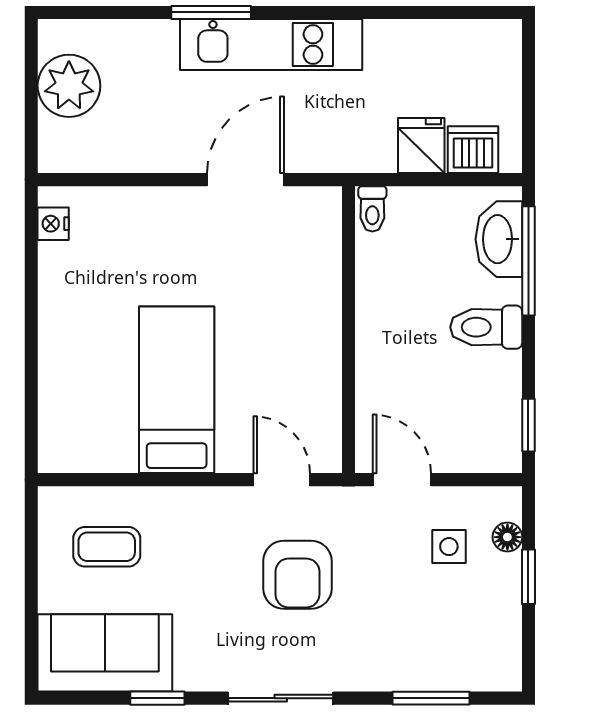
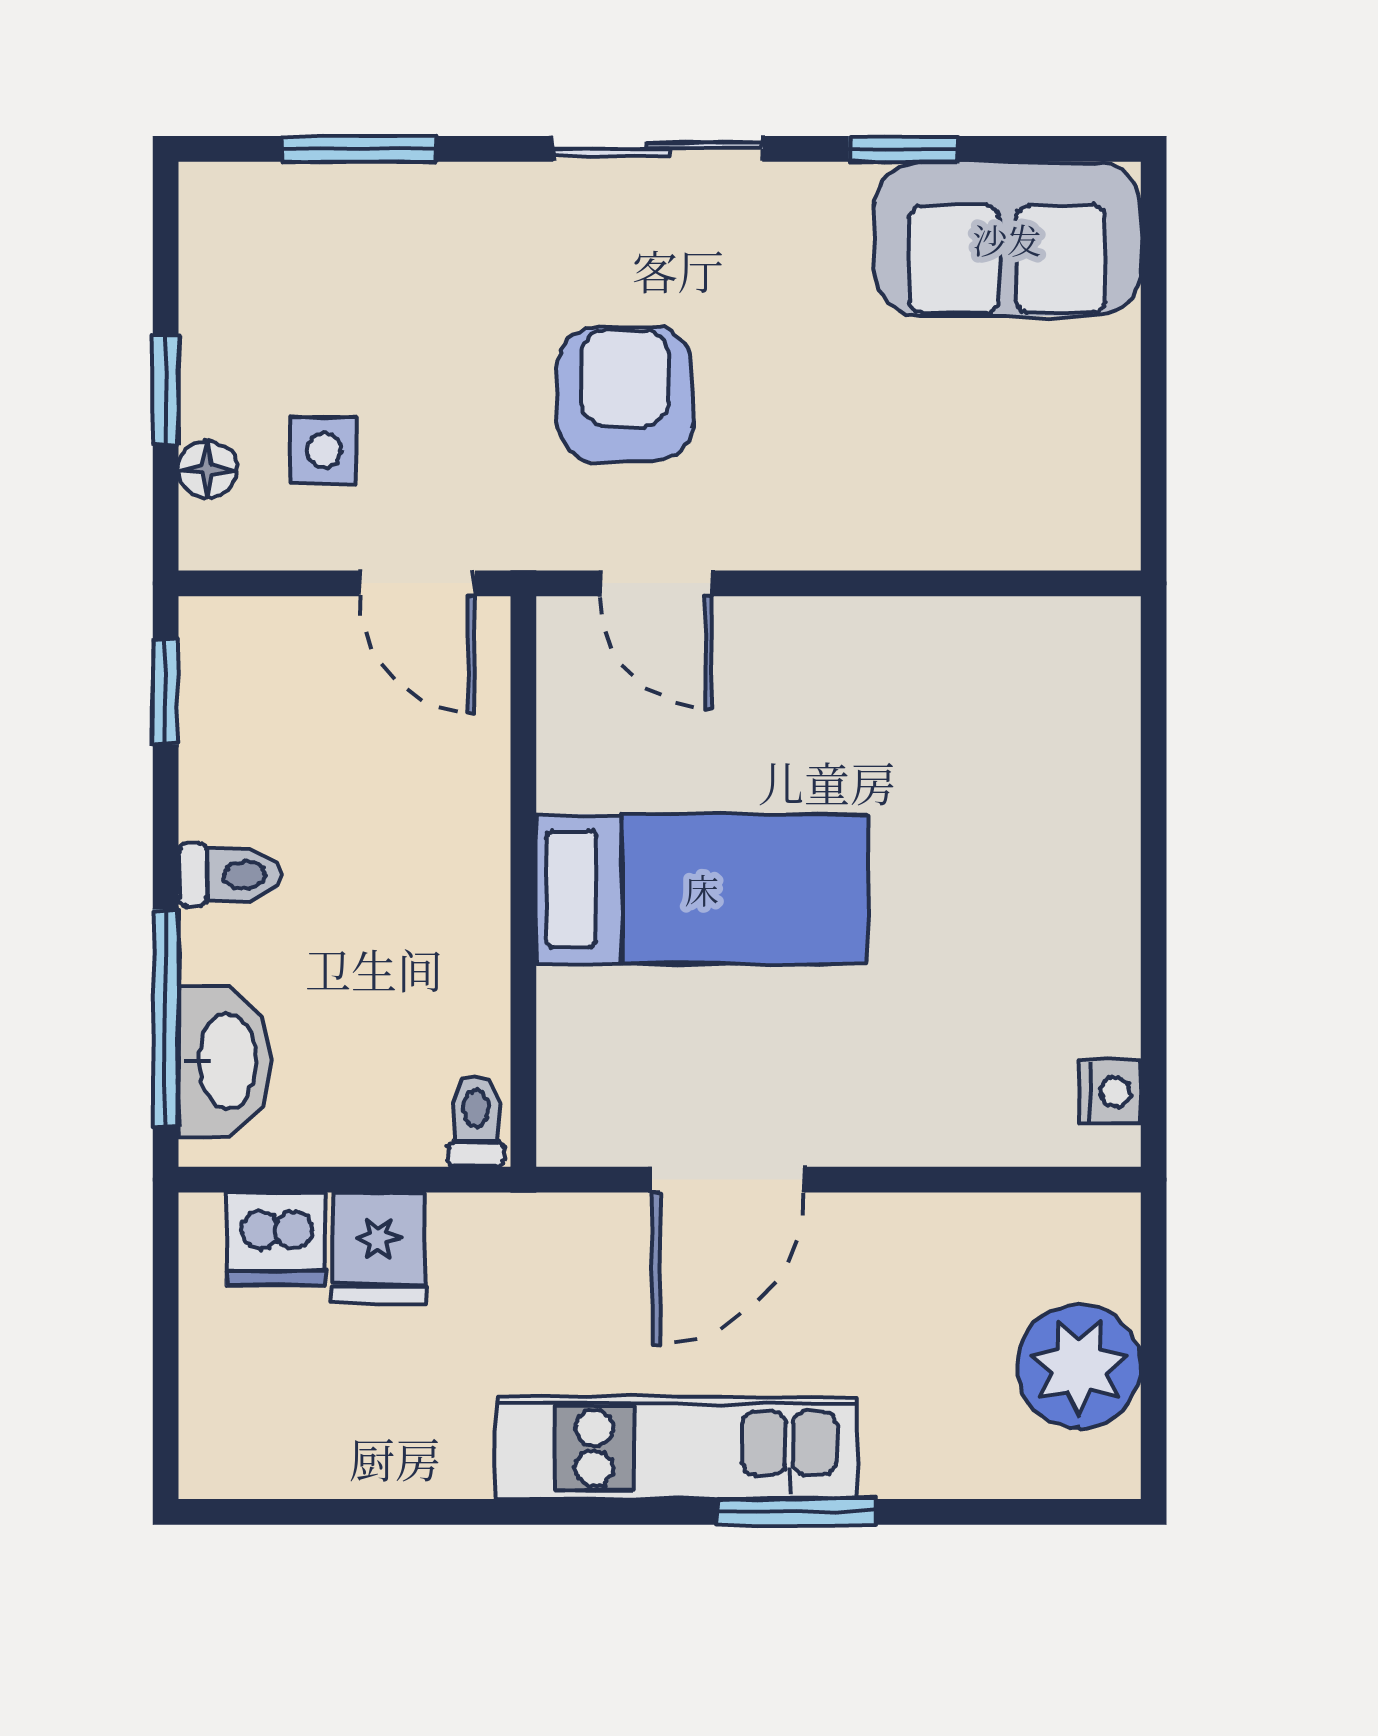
toilet: (486, 327) -> (230, 875), width x0.73, depth x0.72
bed: (177, 390) -> (702, 889), moved, turned -90
coffee table: (107, 547) -> (1004, 450), removed

